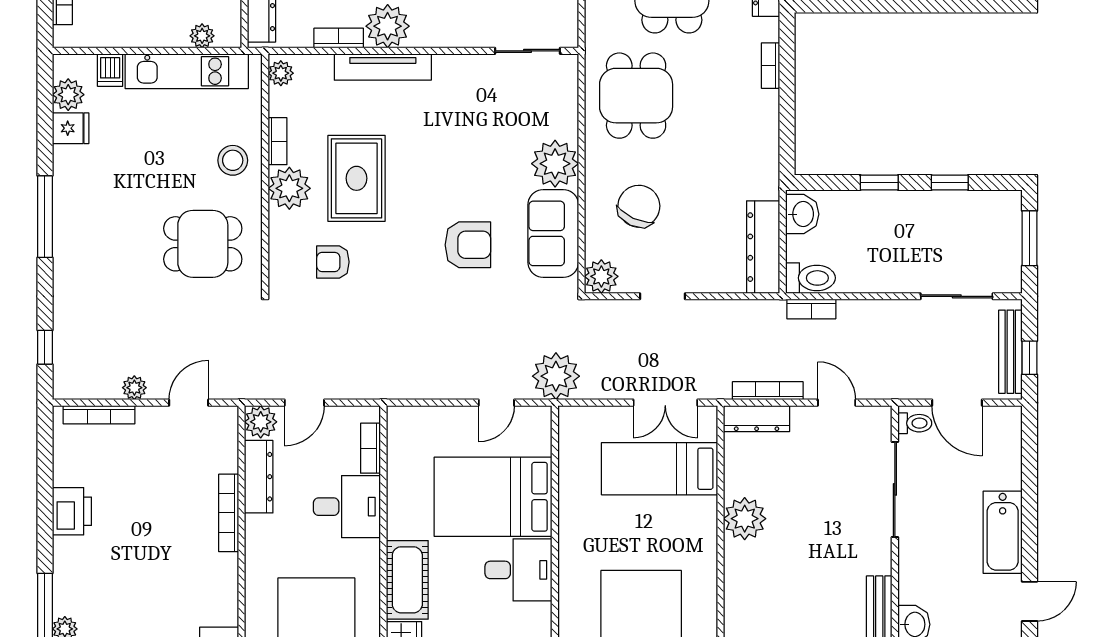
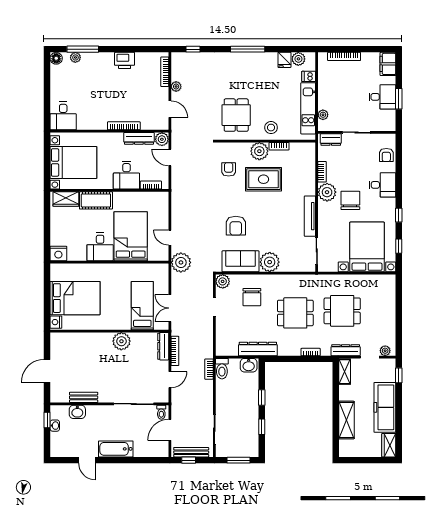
tv unit: (383, 67) -> (310, 216), moved
plant: (281, 73) -> (307, 148), removed
dining table: (636, 96) -> (295, 313), moved
chair: (639, 206) -> (252, 297), turned 65
dresser: (763, 247) -> (258, 349), moved

